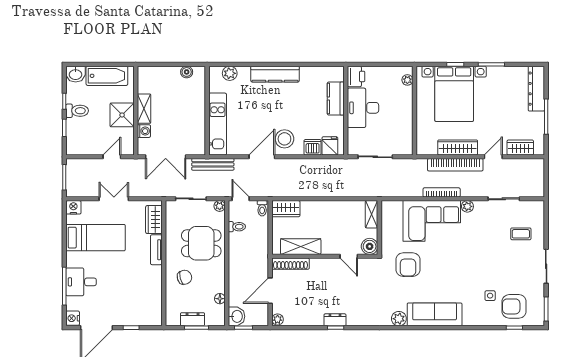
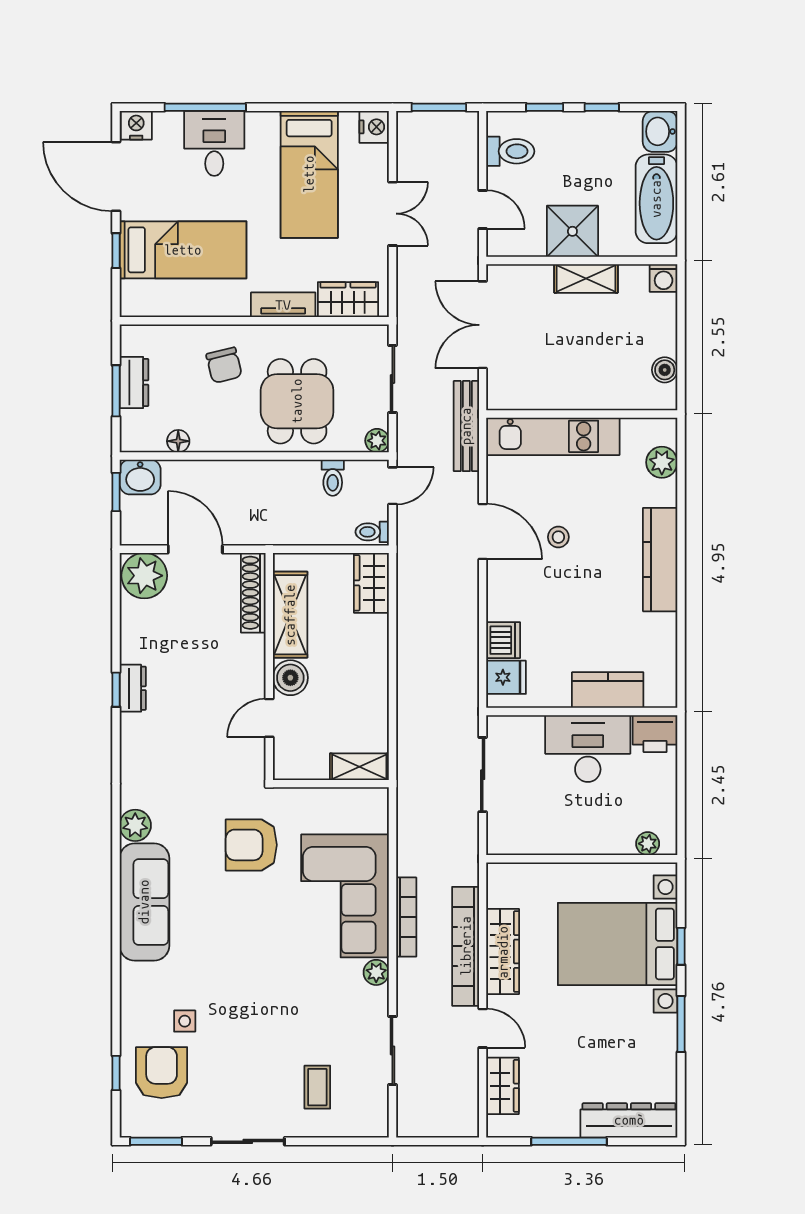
toilet: (77, 111) -> (510, 151), moved, turned -90
washing machine: (144, 131) -> (664, 278), moved
stool: (284, 139) -> (558, 537), moved, width x0.53, depth x0.53
boiler: (370, 246) -> (290, 678), moved
bed: (131, 296) -> (183, 250), added
plant: (278, 319) -> (144, 576), width x1.87, depth x1.87

